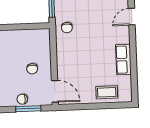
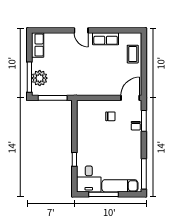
door: (132, 17) -> (81, 30), moved
chair: (67, 28) -> (77, 86), removed

